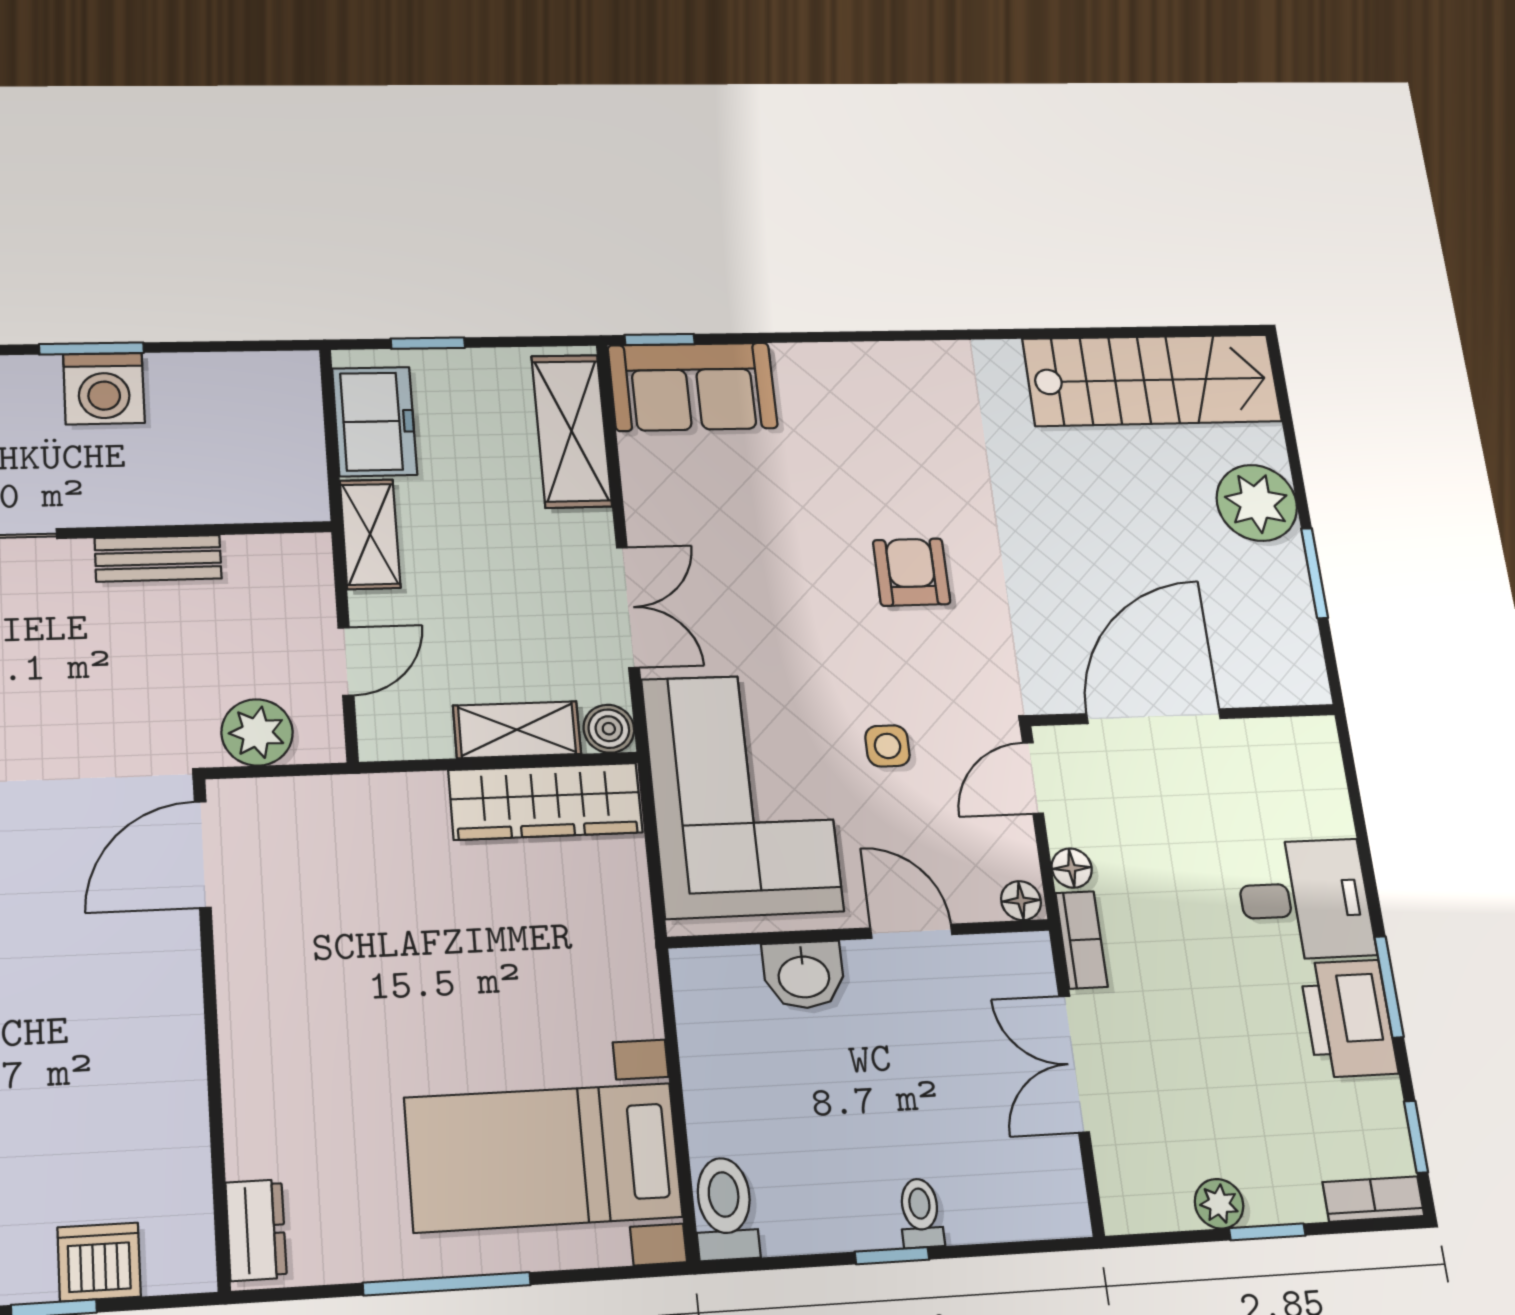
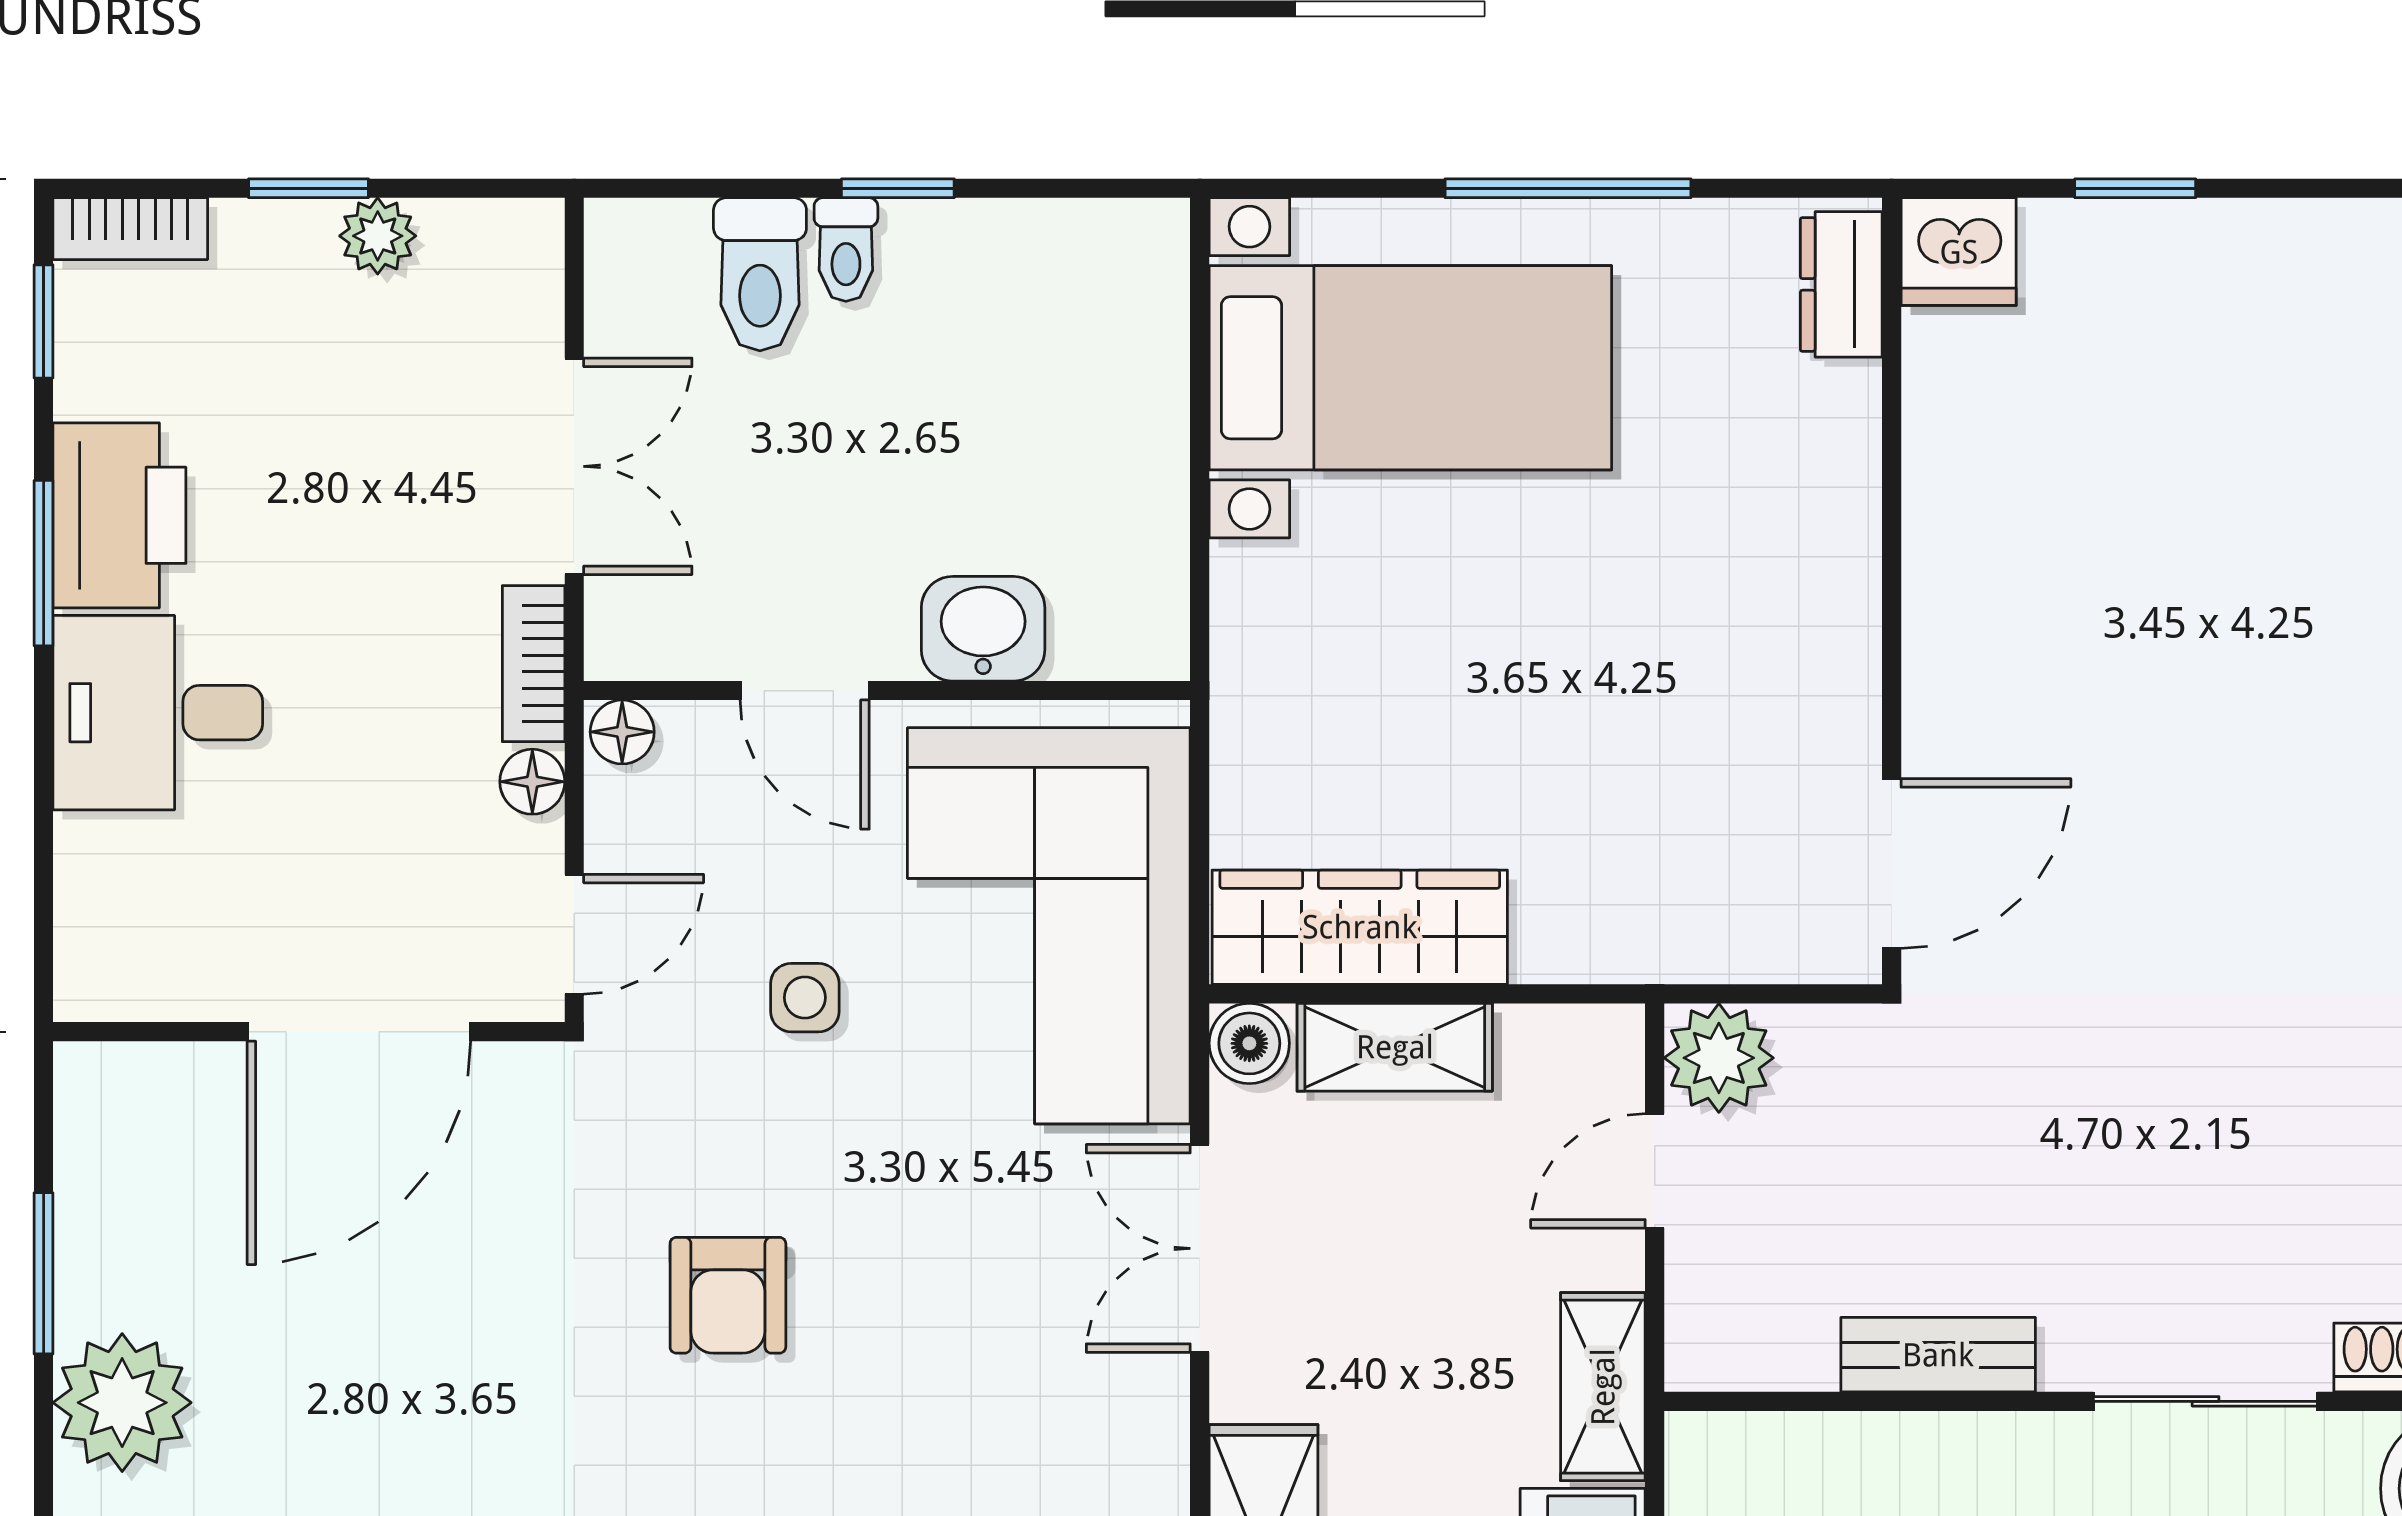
plant: (257, 732) -> (1719, 1058), moved
toilet: (725, 1209) -> (760, 274), moved
dishwasher: (99, 1262) -> (1959, 252), moved

